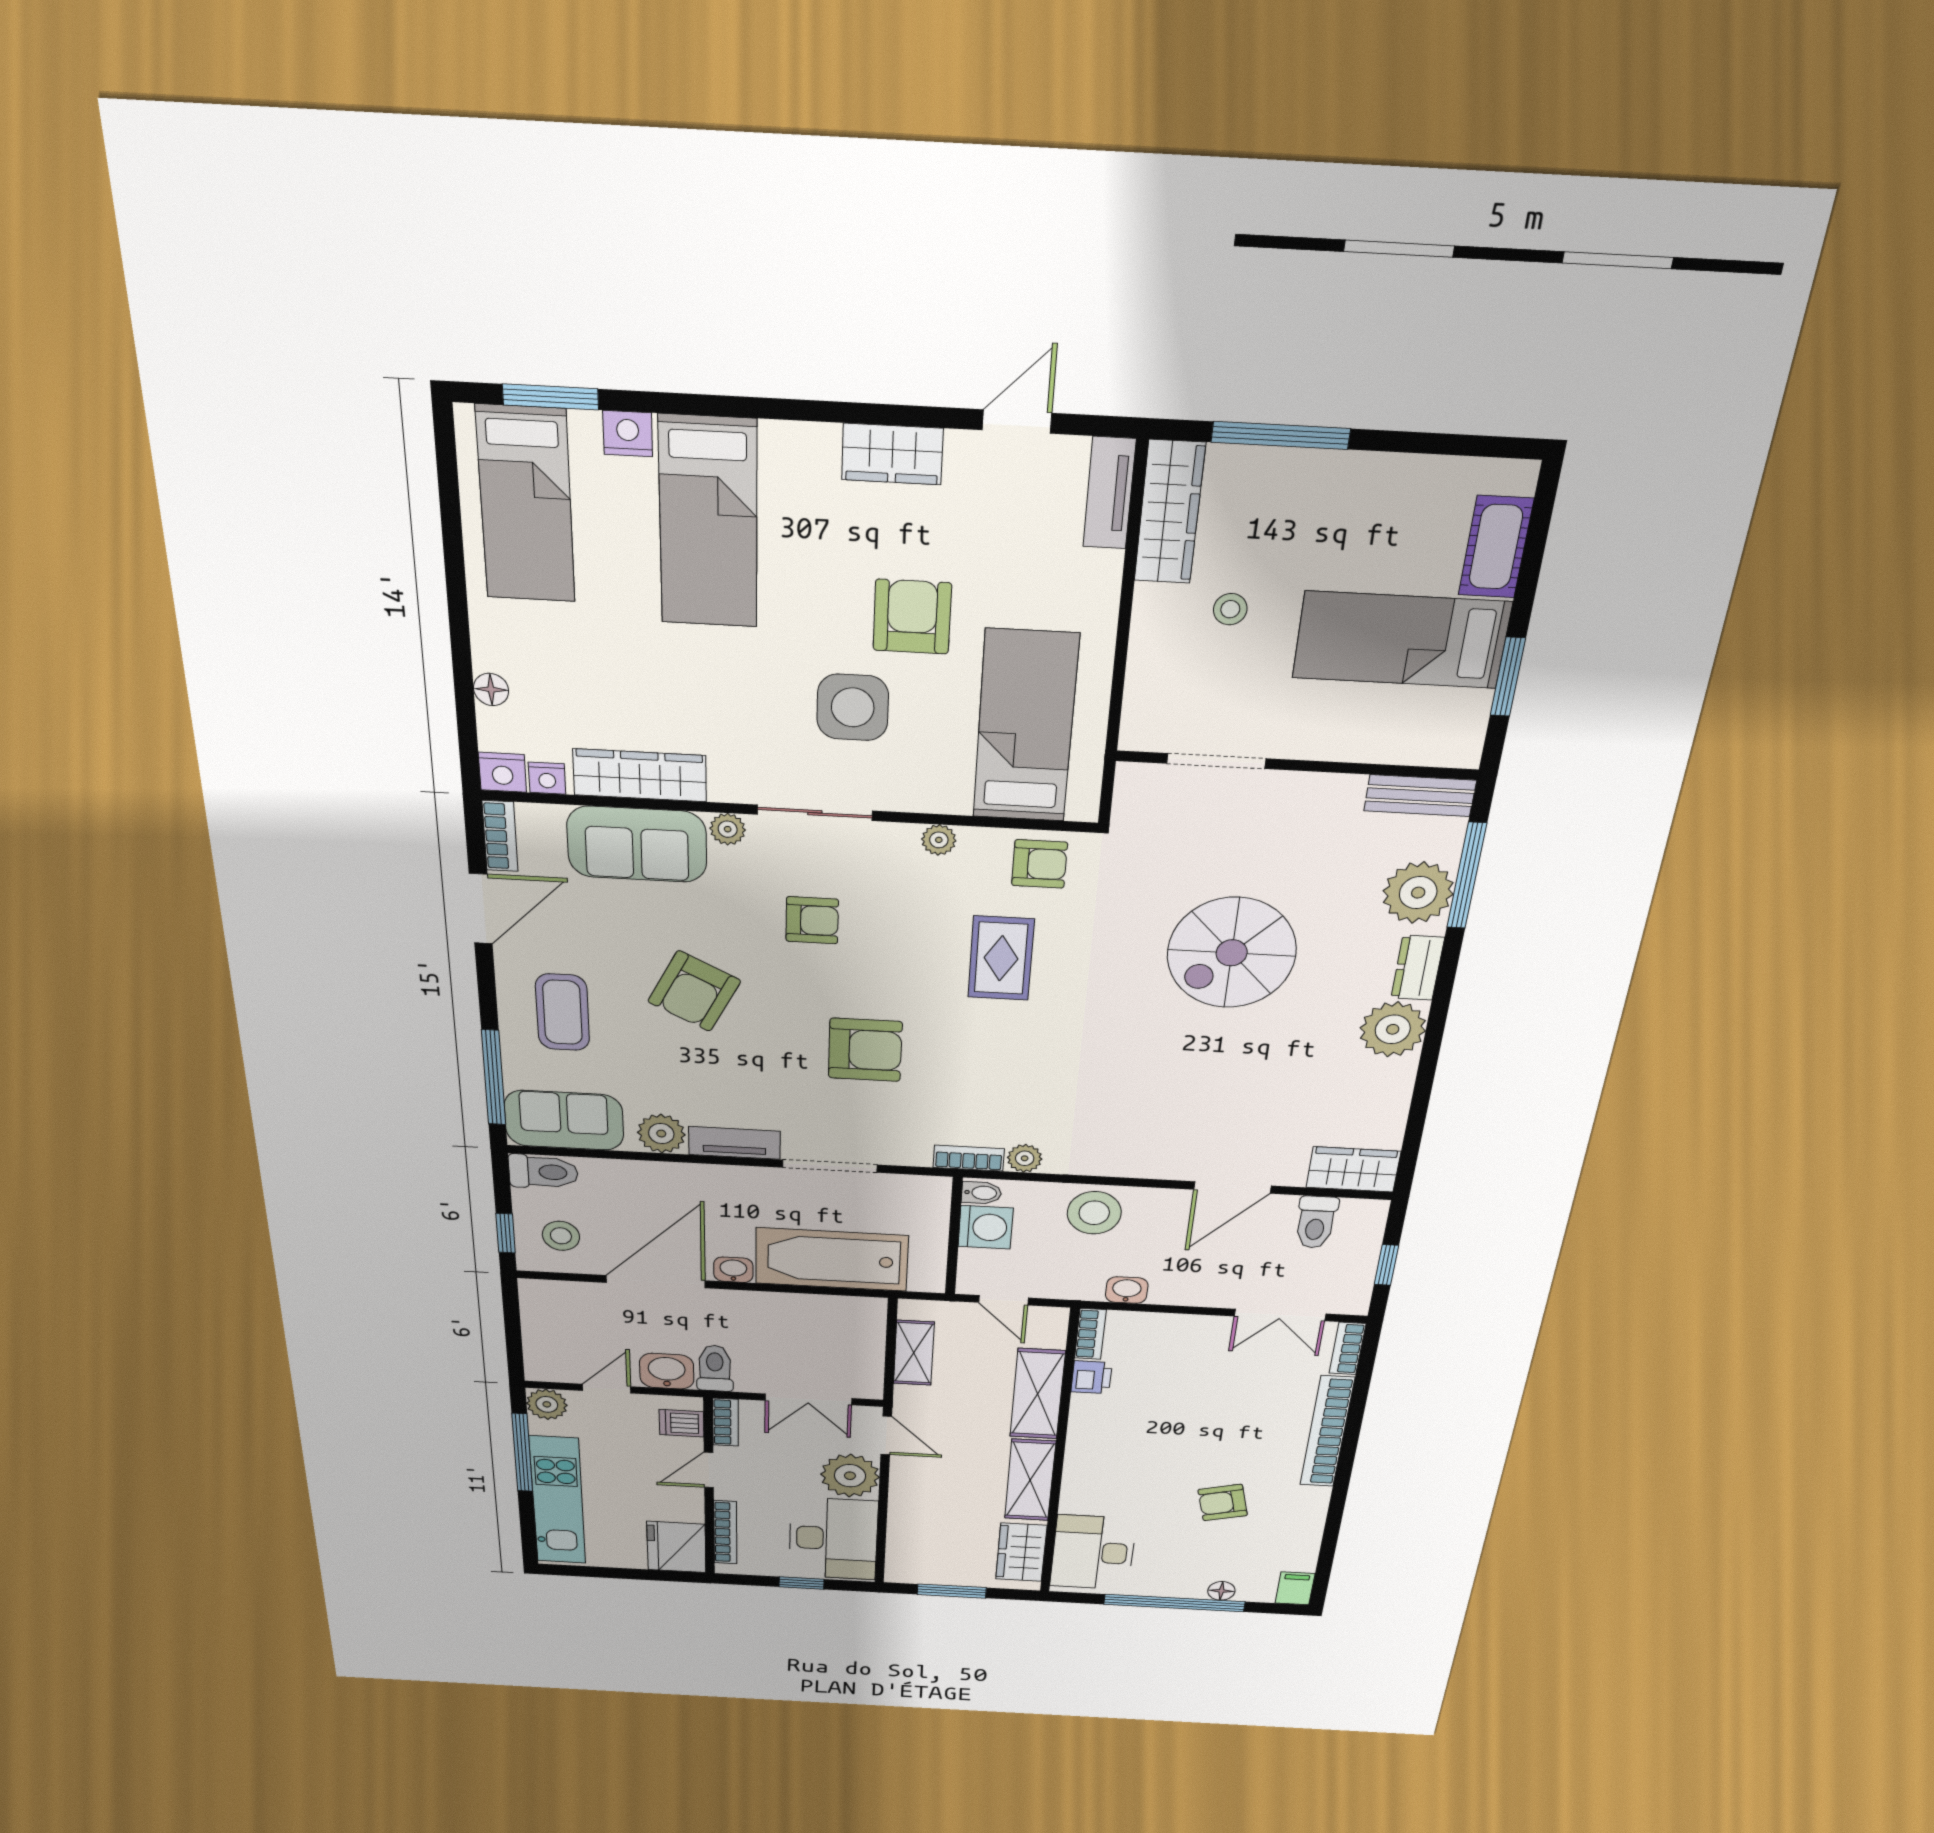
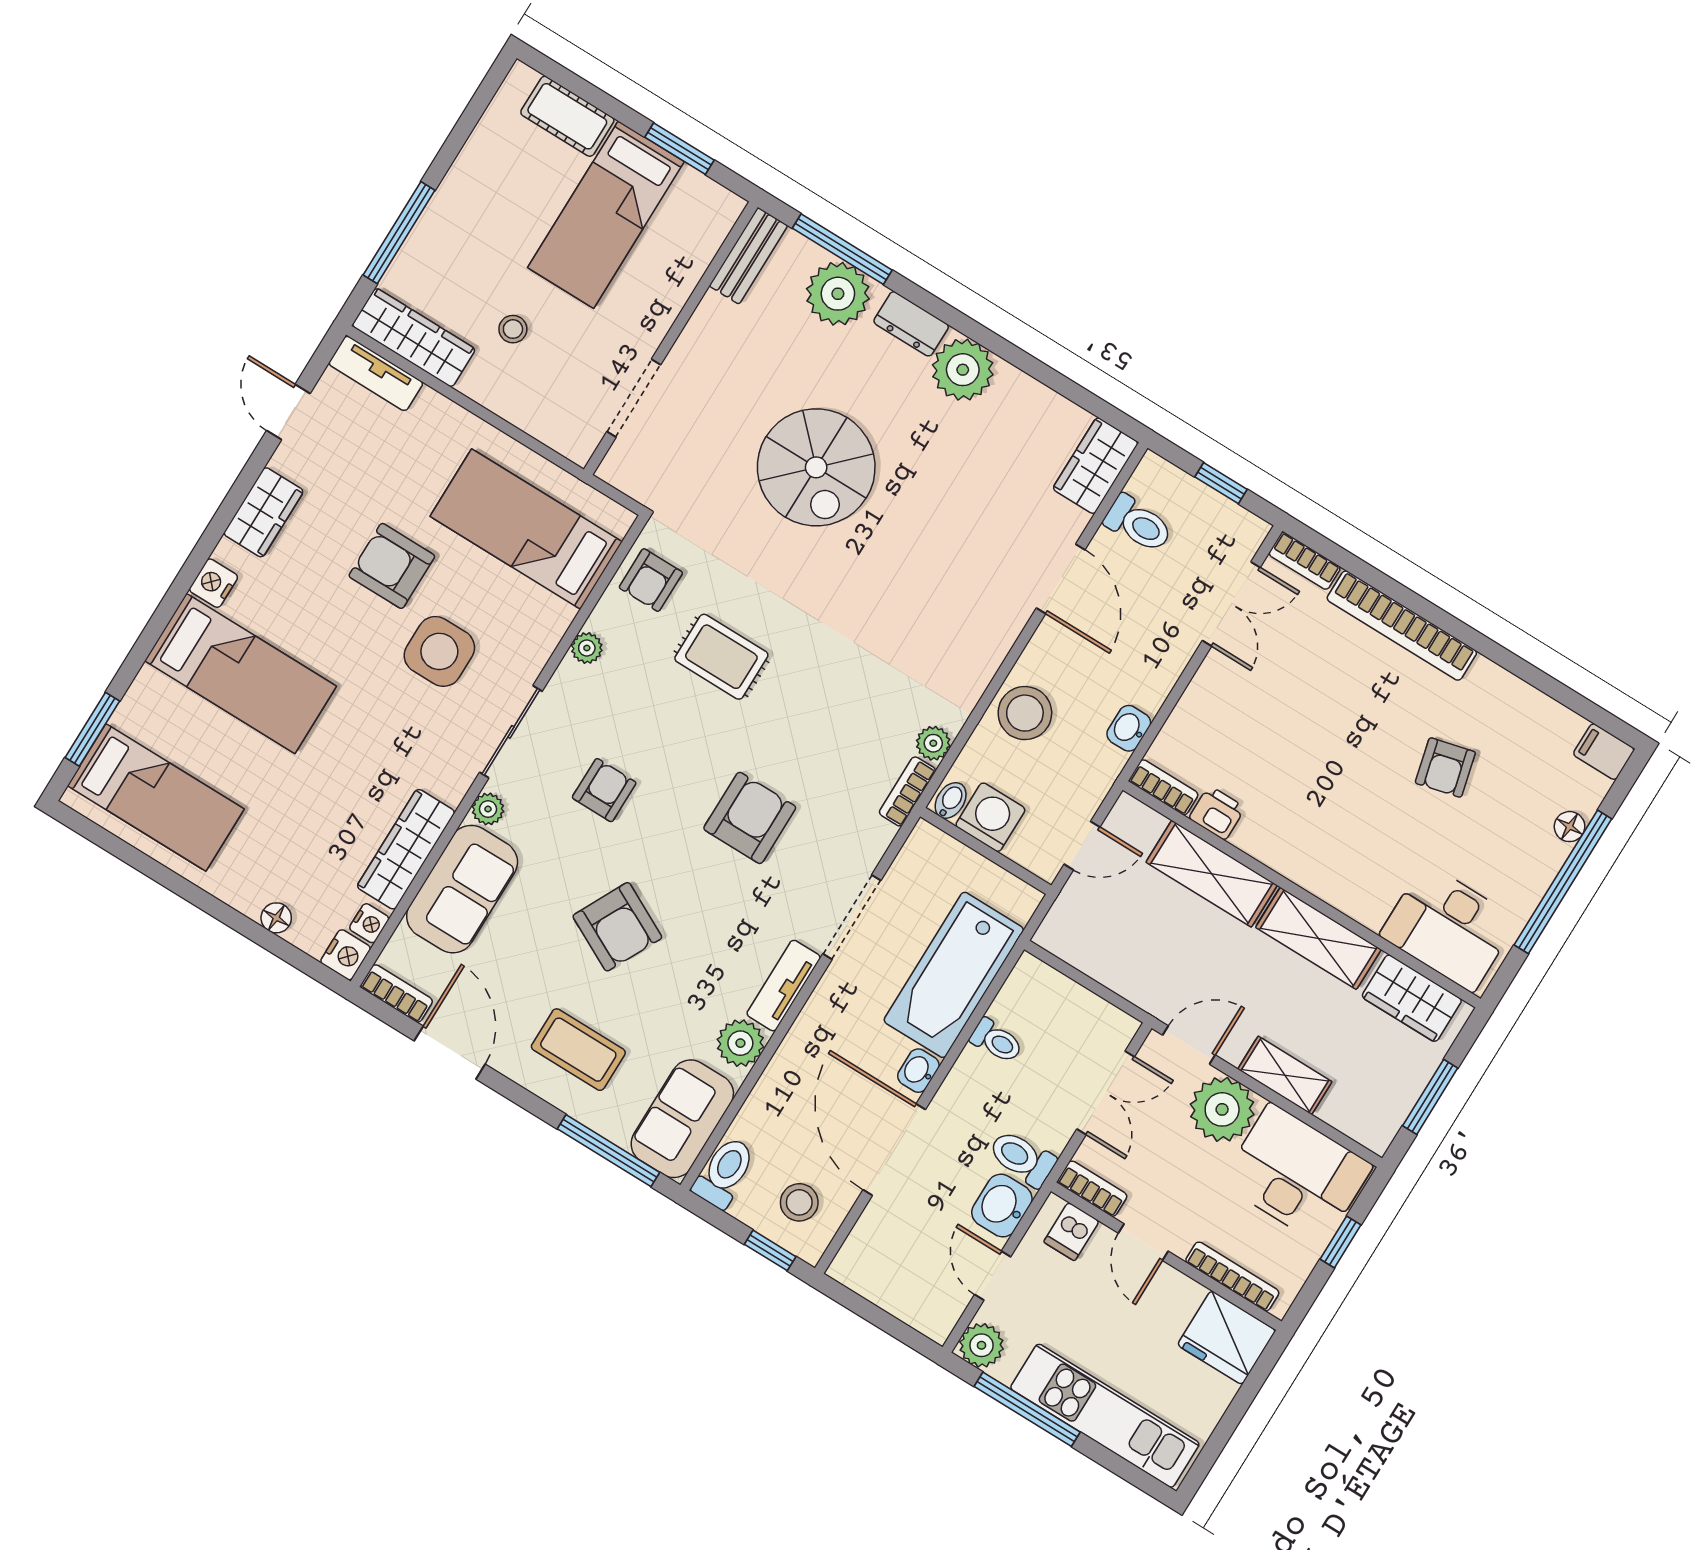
nightstand: (628, 434) -> (214, 583), moved
armchair: (1040, 864) -> (651, 580), turned 180
toilet: (798, 1312) -> (996, 1041), added
shelving: (914, 1353) -> (1285, 1075), moved

